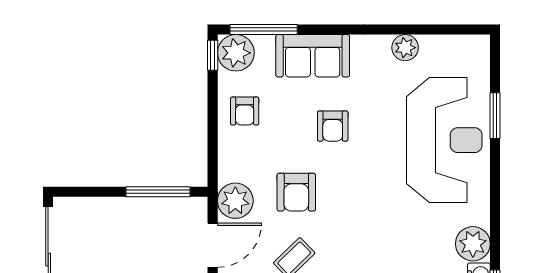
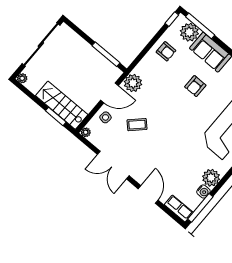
plant: (236, 53) -> (189, 32), moved
armchair: (245, 111) -> (166, 51), turned -90
armchair: (296, 192) -> (159, 100), removed

